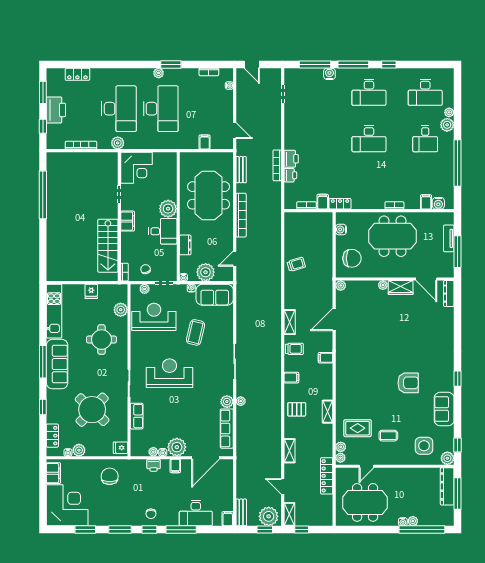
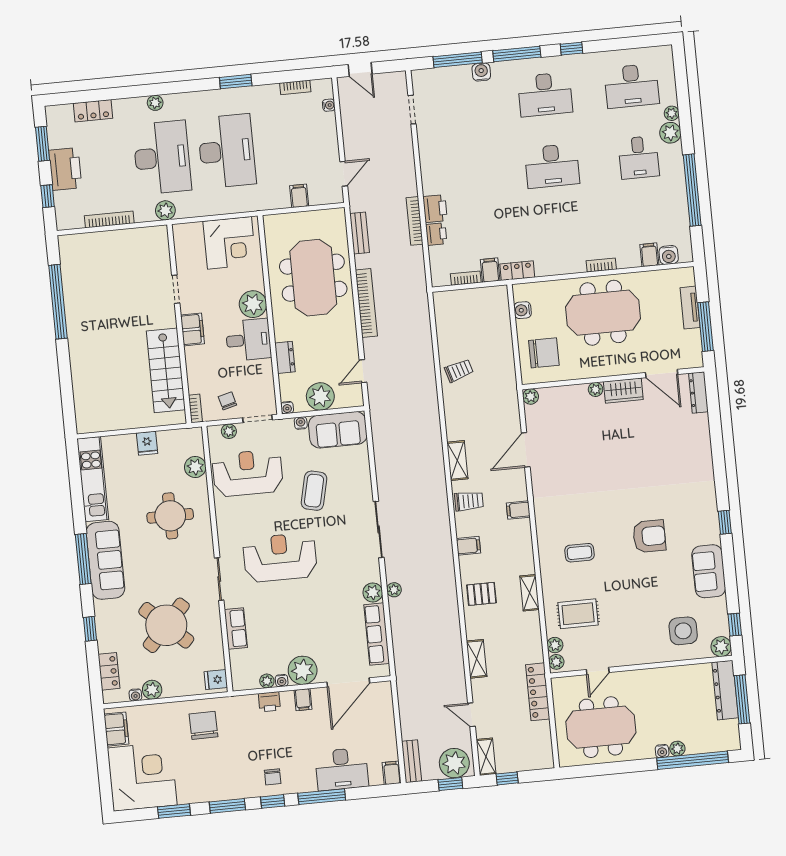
plant: (159, 73) -> (155, 103), moved
door: (235, 131) -> (344, 174), hinge flipped
corner desk: (137, 168) -> (230, 243), moved
coffee table: (388, 436) -> (579, 553), moved

